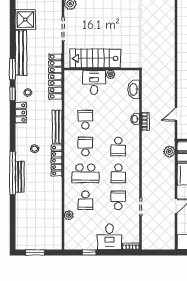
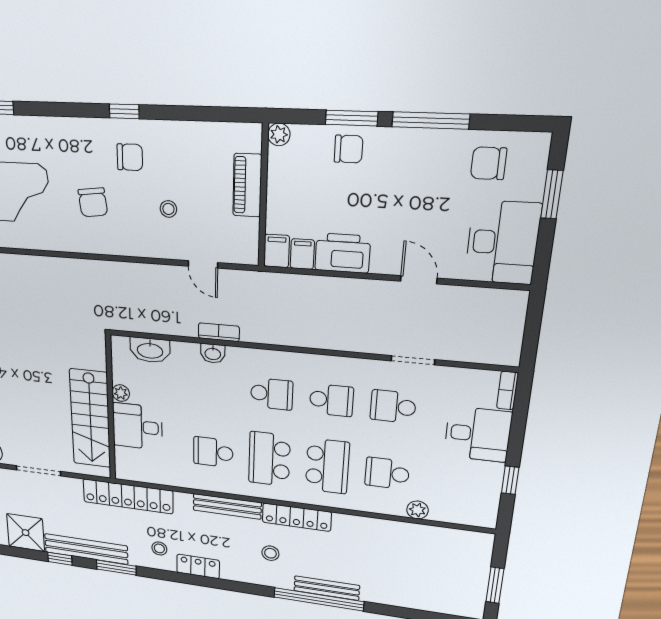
window: (13, 94) -> (60, 559), moved
school desk: (85, 147) -> (269, 459), width x1.85
plant: (169, 152) -> (287, 286), removed
school desk: (85, 200) -> (387, 473), turned 180

